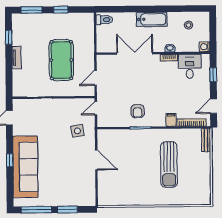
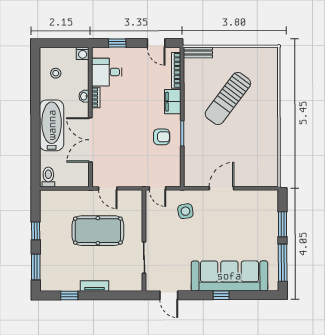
bathtub: (152, 19) -> (52, 125), width x1.36, depth x1.36
door: (96, 78) -> (108, 188), moved
filing cabinet: (171, 120) -> (173, 102), width x2.00
sun lounger: (169, 165) -> (228, 99), turned 127

